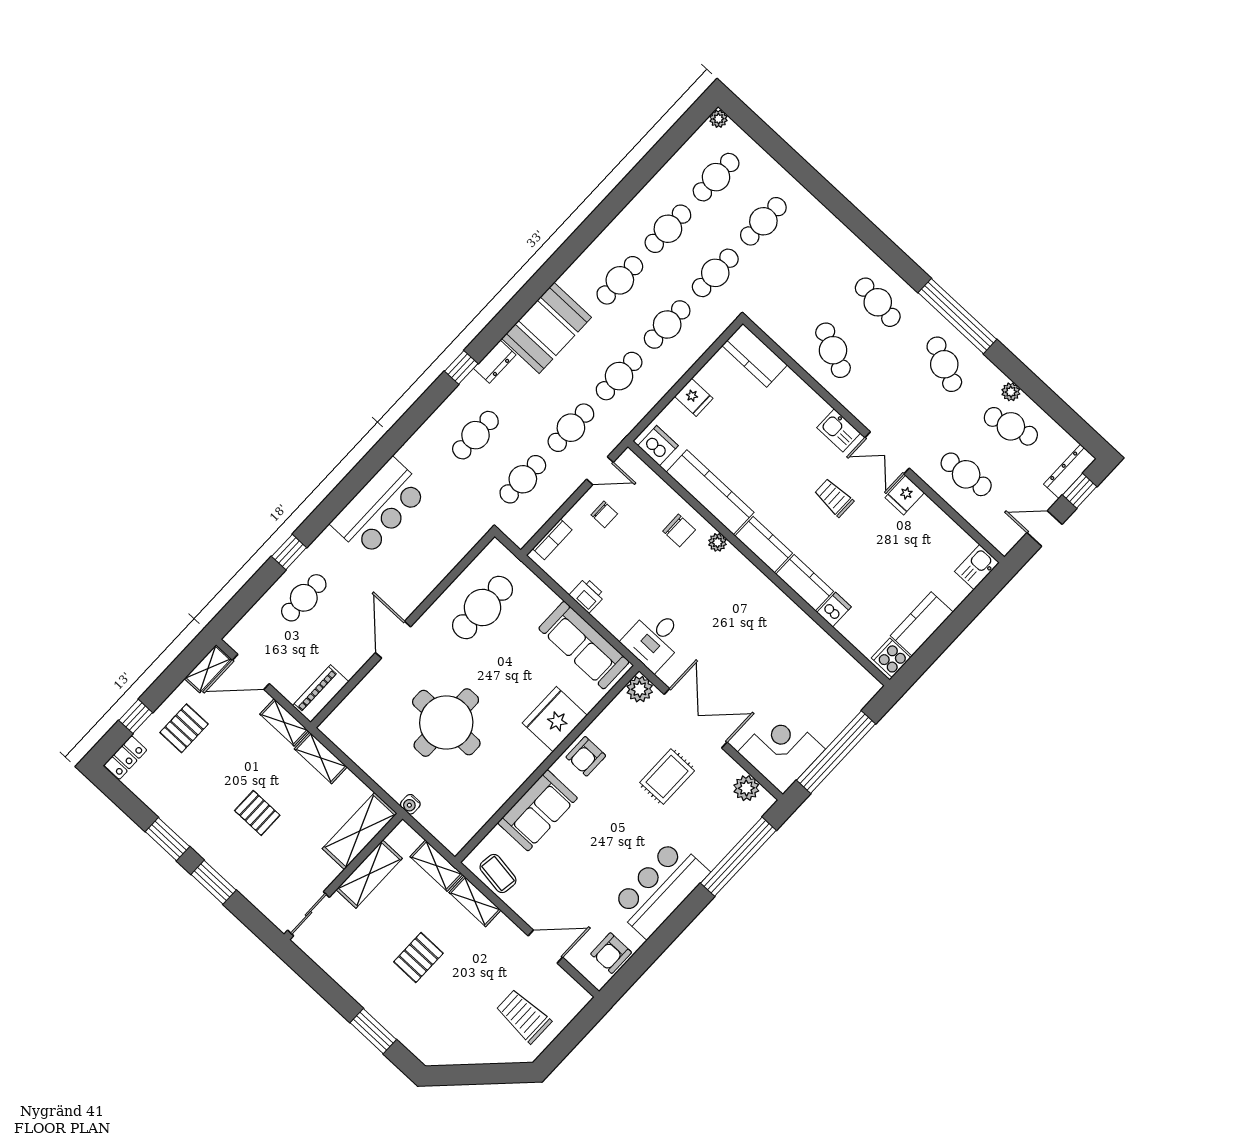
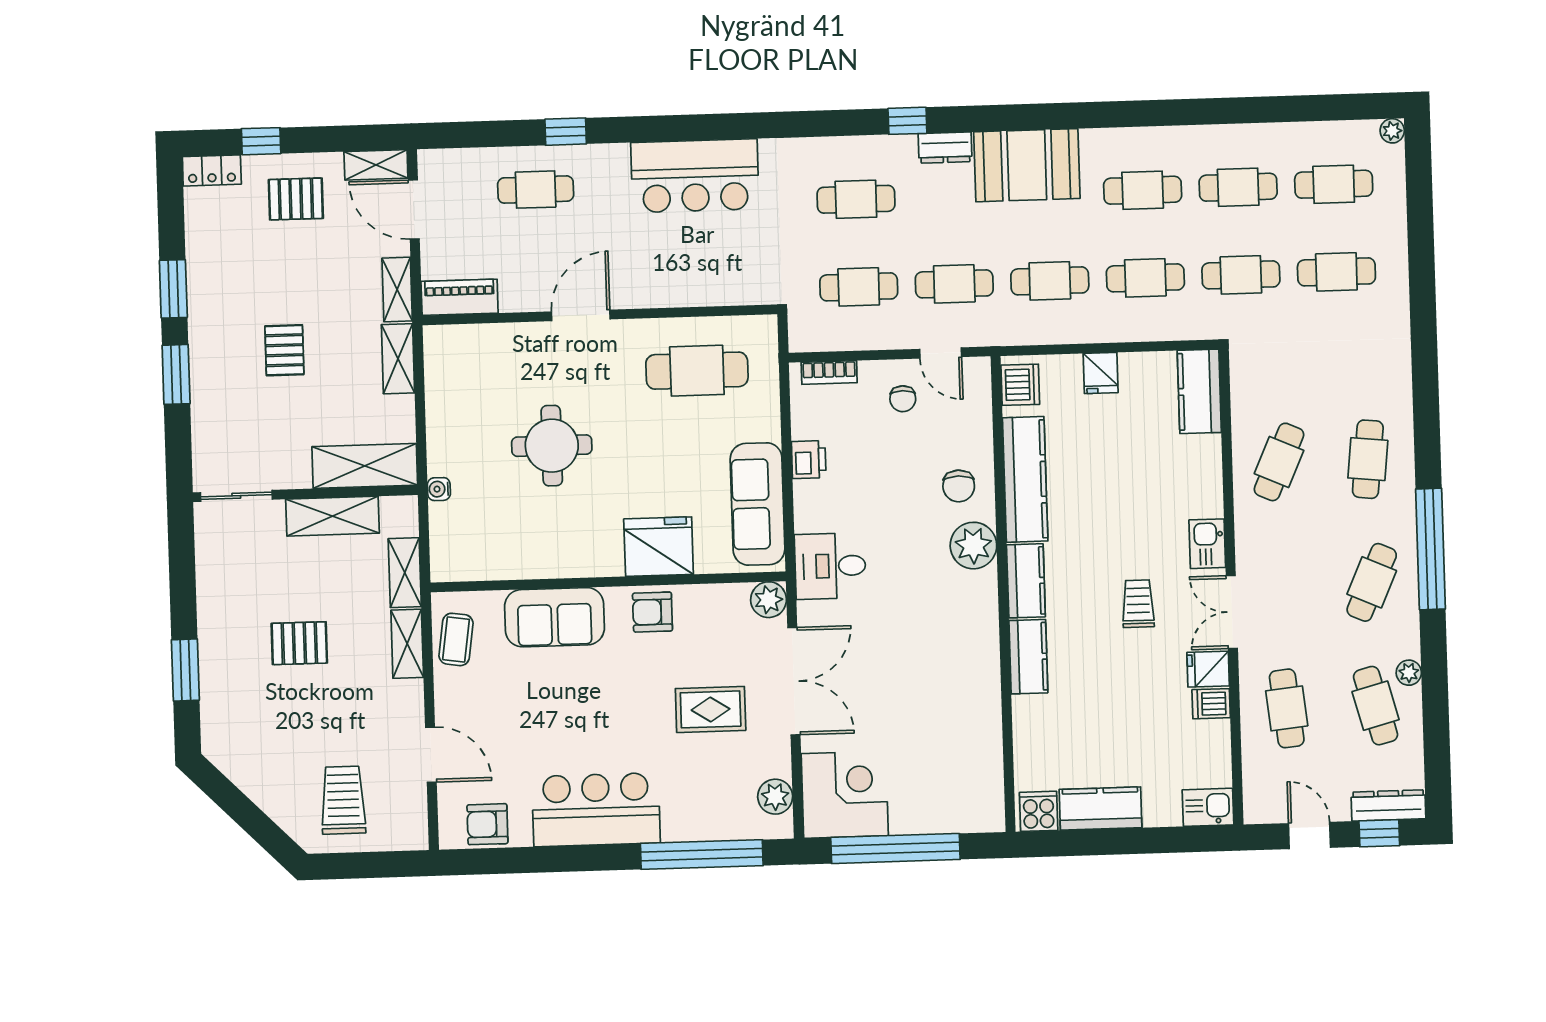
plant: (717, 542) -> (973, 546), width x1.87, depth x1.87
dishwasher: (834, 610) -> (1211, 704), moved, turned 180
round table: (446, 723) -> (552, 446), width x0.73, depth x0.73

